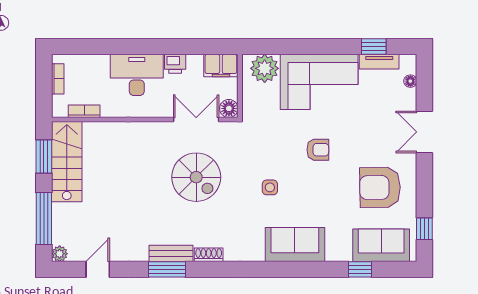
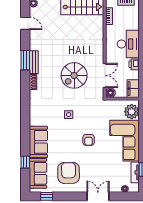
sofa: (295, 245) -> (38, 142), moved

